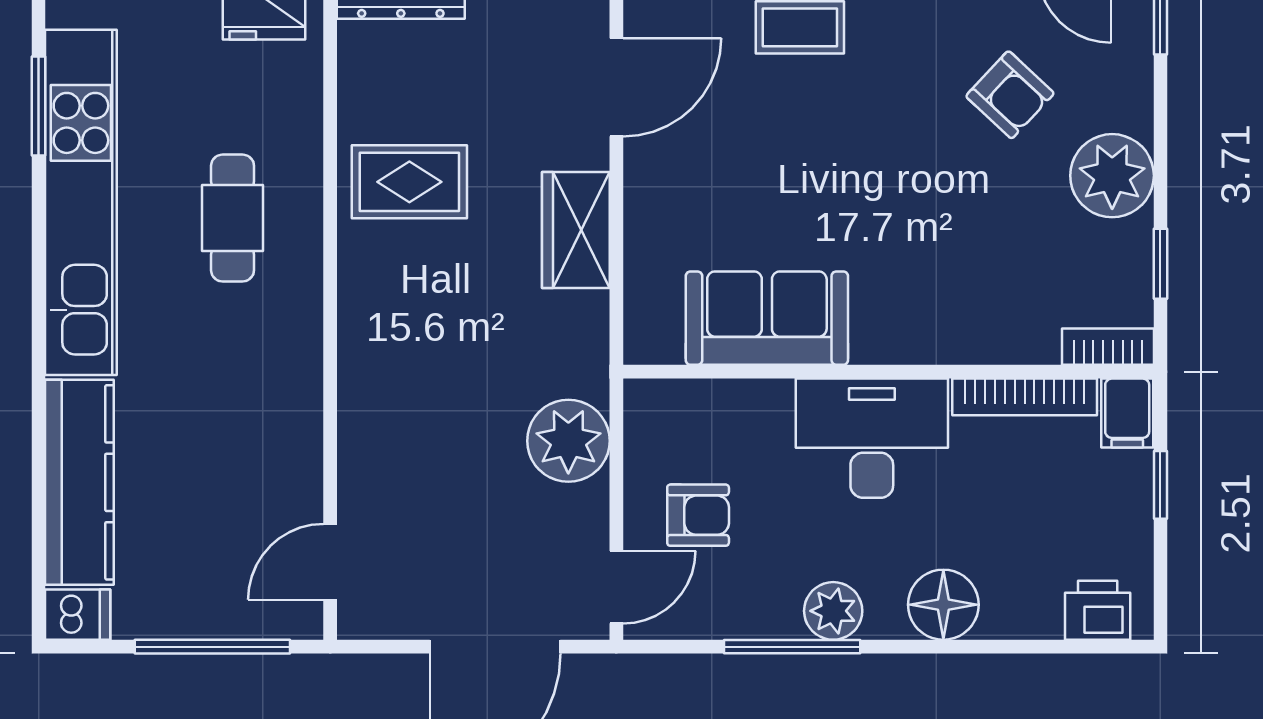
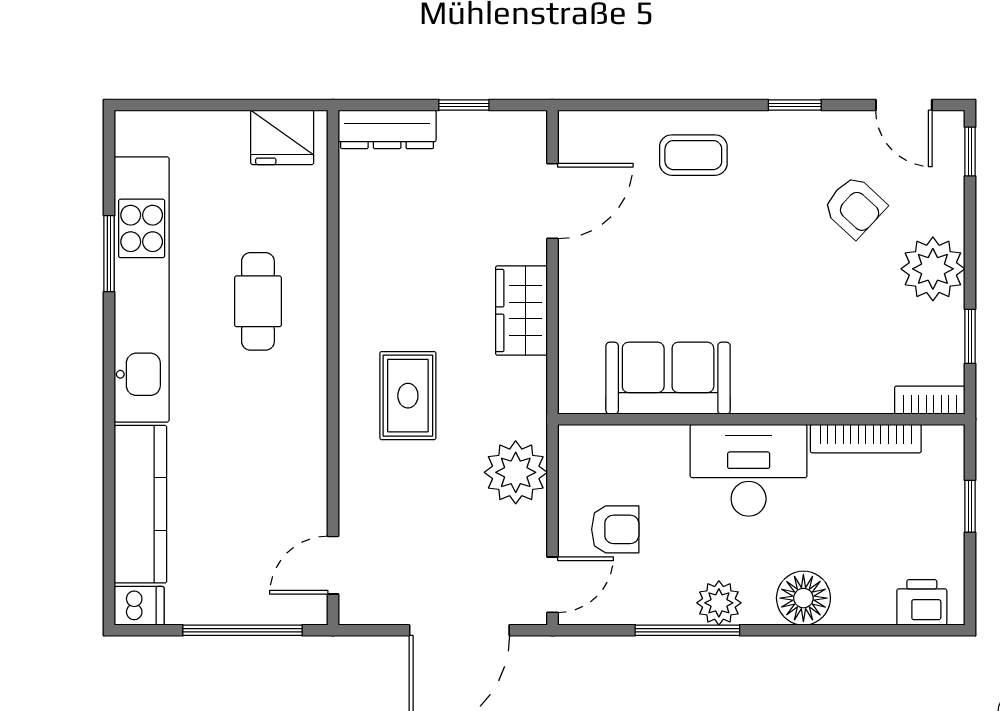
window: (39, 106) -> (109, 254), moved
rug: (409, 182) -> (408, 396), moved, turned 90
filing cabinet: (1127, 413) -> (945, 451), removed

